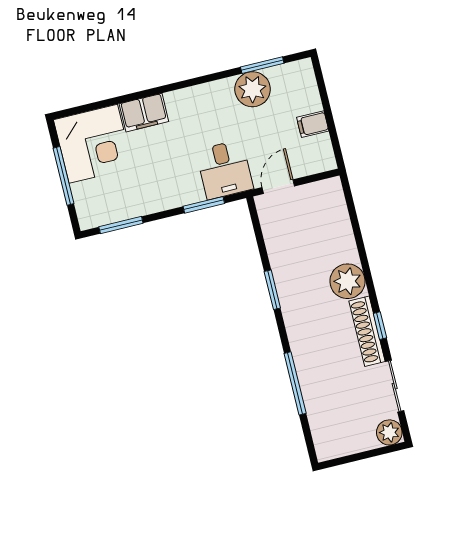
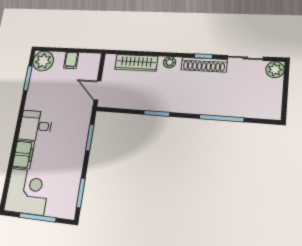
plant: (253, 89) -> (43, 61), moved
desk: (225, 170) -> (36, 126), moved, turned 180
wardrobe: (340, 229) -> (136, 63), added
plant: (348, 281) -> (169, 62), width x0.53, depth x0.53

